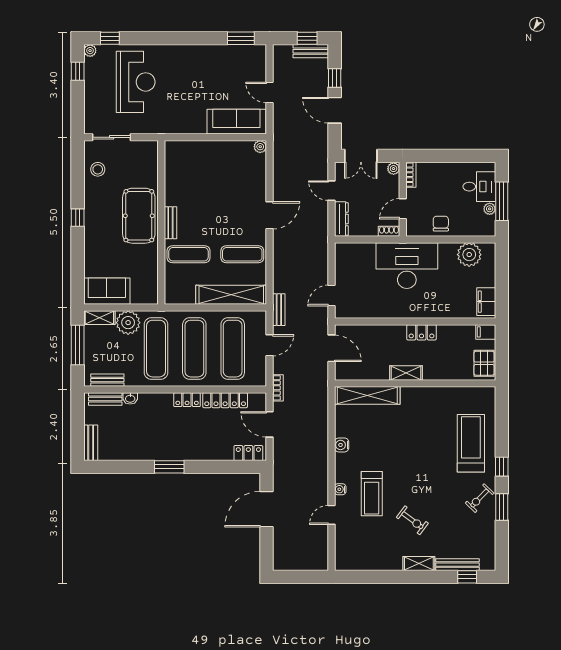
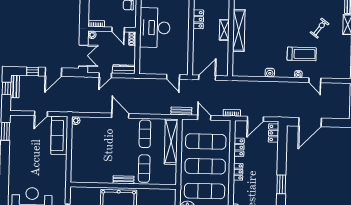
shelving: (367, 395) -> (239, 30), moved
locker: (225, 400) -> (239, 147), width x0.66
door: (266, 509) -> (310, 122), hinge flipped

